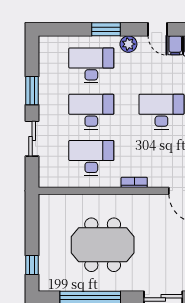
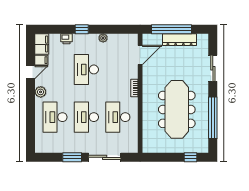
window: (106, 29) -> (31, 107), removed
sliding door: (32, 139) -> (105, 157), width x1.37
meeting table: (103, 245) -> (177, 109), width x1.36

